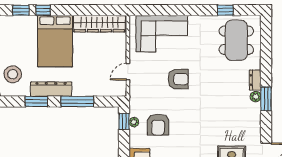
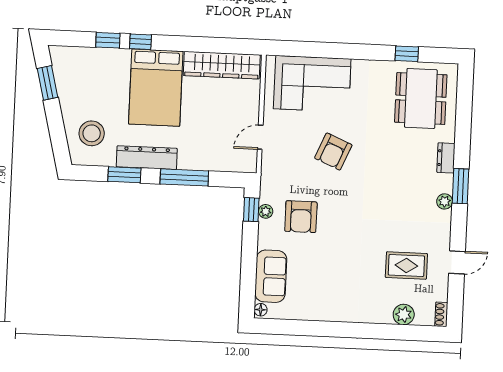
armchair: (178, 79) -> (333, 152), turned 113
plant: (256, 97) -> (445, 201), moved

